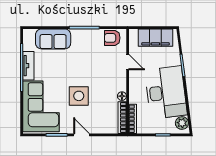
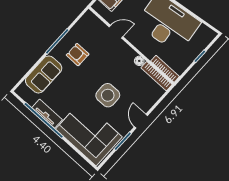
armchair: (112, 38) -> (78, 55), moved, turned 90
plant: (182, 123) -> (204, 32), removed
door: (82, 135) -> (141, 121), hinge flipped

